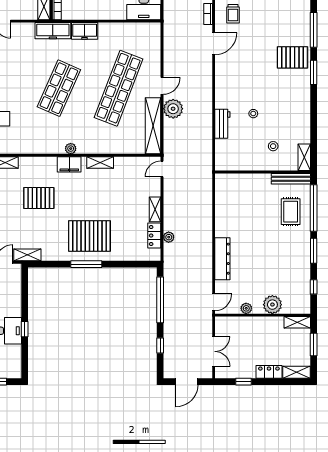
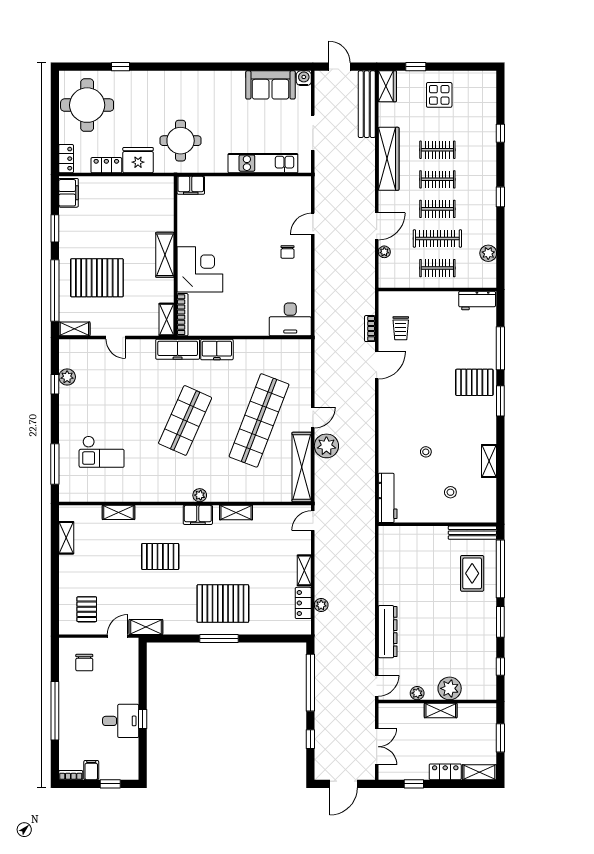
workbench: (222, 124) -> (388, 498), moved, width x1.38
shelving: (304, 157) -> (489, 461), moved
shelving: (297, 322) -> (441, 710), moved

